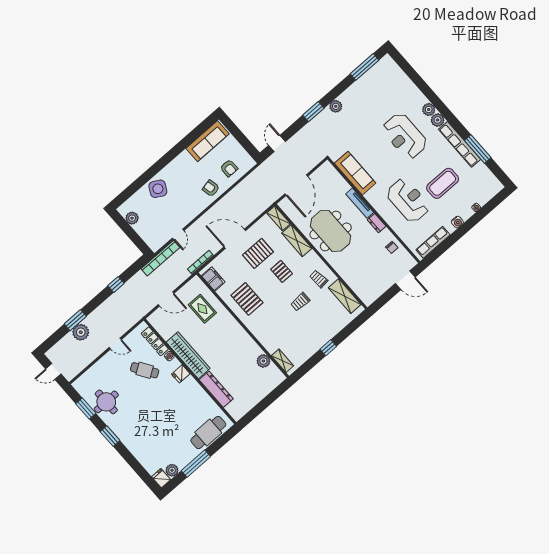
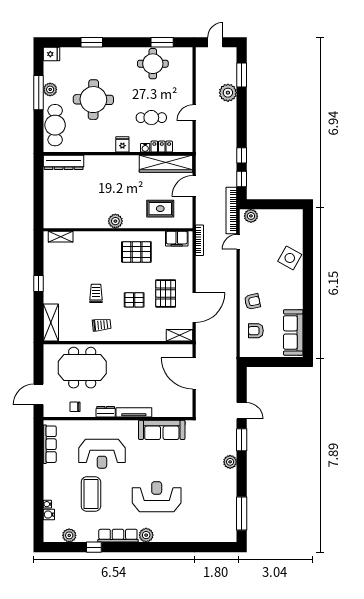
plant: (429, 110) -> (69, 535), moved
door: (277, 144) -> (242, 411), moved
row of seats: (460, 144) -> (118, 536), width x0.73
window: (478, 149) -> (94, 547), width x0.46
plant: (132, 218) -> (251, 216), moved
water cooler: (457, 222) -> (49, 515), moved
meeting table: (331, 231) -> (82, 368), moved
door: (178, 234) -> (238, 242), hinge flipped
door: (235, 239) -> (194, 308), moved
shelving: (297, 241) -> (148, 334), removed
window: (132, 270) -> (242, 179), added
shelving: (345, 296) -> (51, 322), moved, turned 90
window: (75, 320) -> (242, 75), moved
locker: (155, 341) -> (162, 147), width x0.66
wardrobe: (188, 355) -> (166, 164), moved
plant: (263, 361) -> (115, 221), moved
cafe table: (145, 370) -> (151, 118), turned 33
dresser: (216, 389) -> (64, 162), moved
round table: (167, 421) -> (93, 100), added
window: (110, 436) -> (92, 42), moved
plant: (172, 470) -> (50, 89), moved

